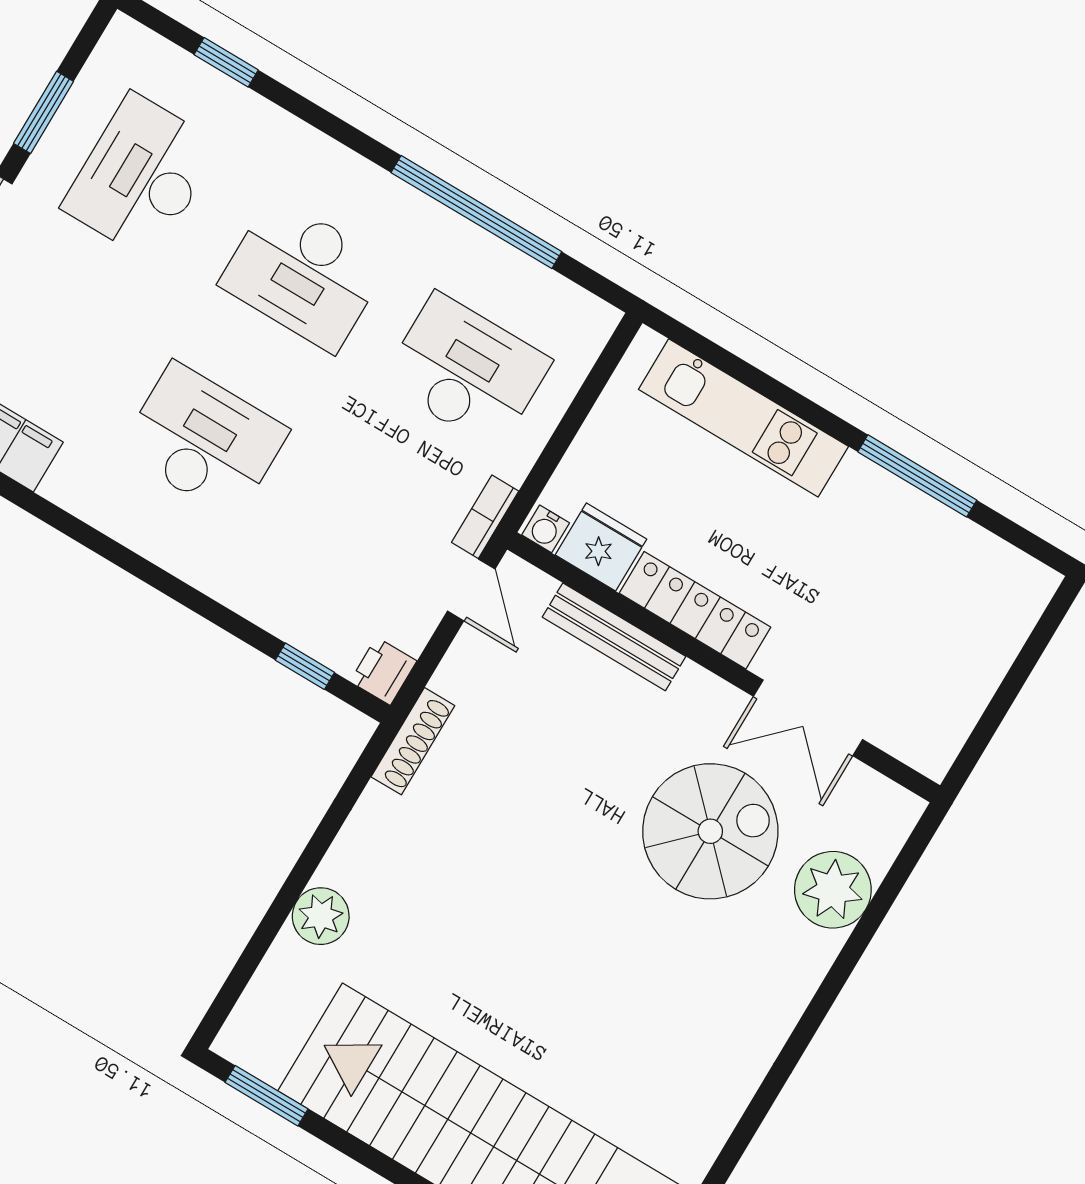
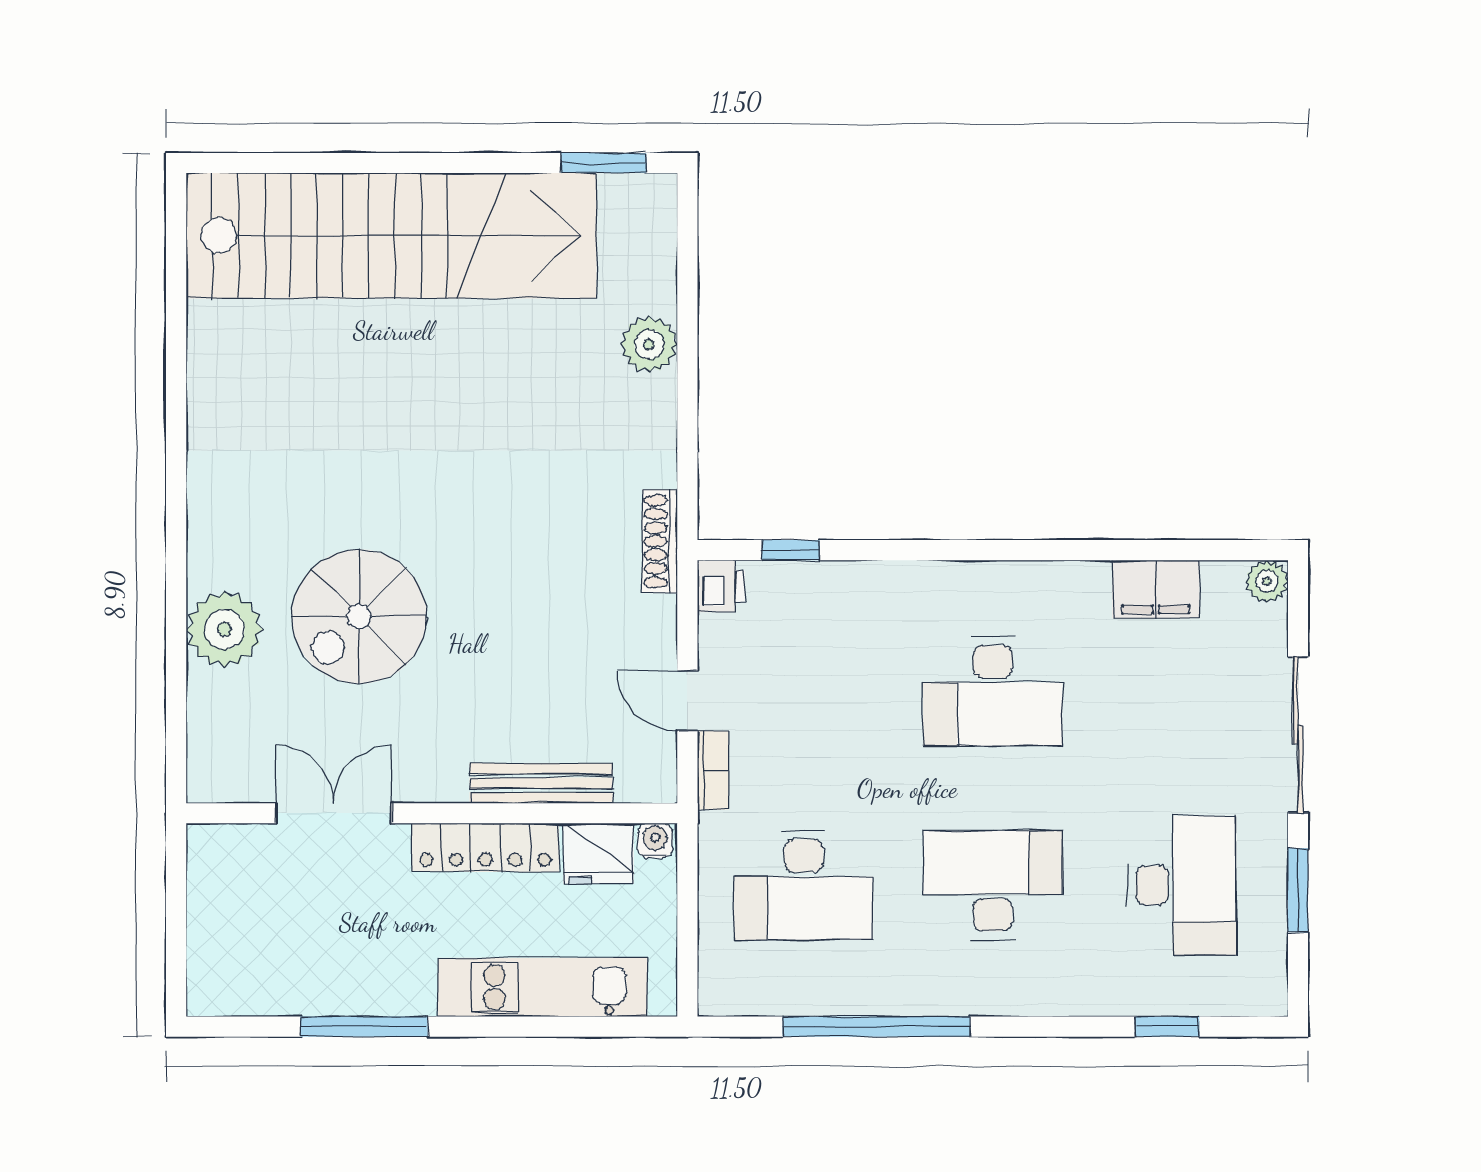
water cooler: (546, 529) -> (655, 841), moved
fridge: (601, 547) -> (598, 853), moved
locker: (695, 610) -> (486, 848), moved
bench: (614, 637) -> (541, 783), moved
wall: (724, 667) -> (432, 813), moved
double door: (808, 718) -> (334, 813), moved

